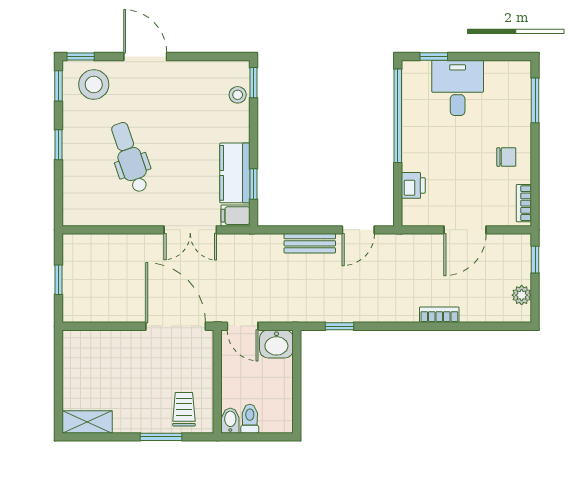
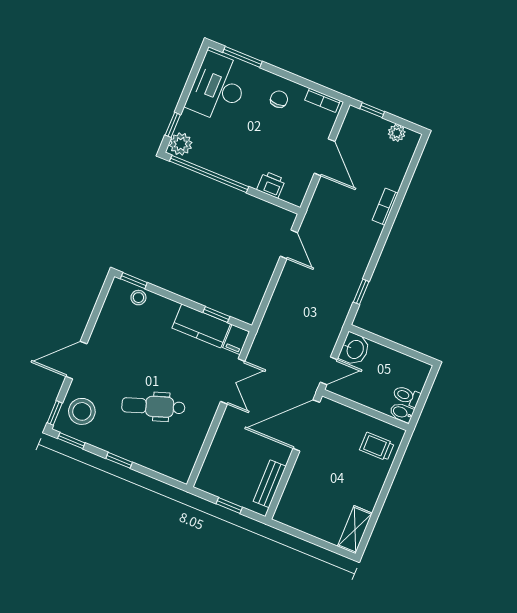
plant: (417, 73) -> (181, 144), added
desk: (458, 88) -> (218, 88), moved, width x1.37
bench: (310, 243) -> (270, 484), moved
window: (161, 437) -> (392, 474), removed

